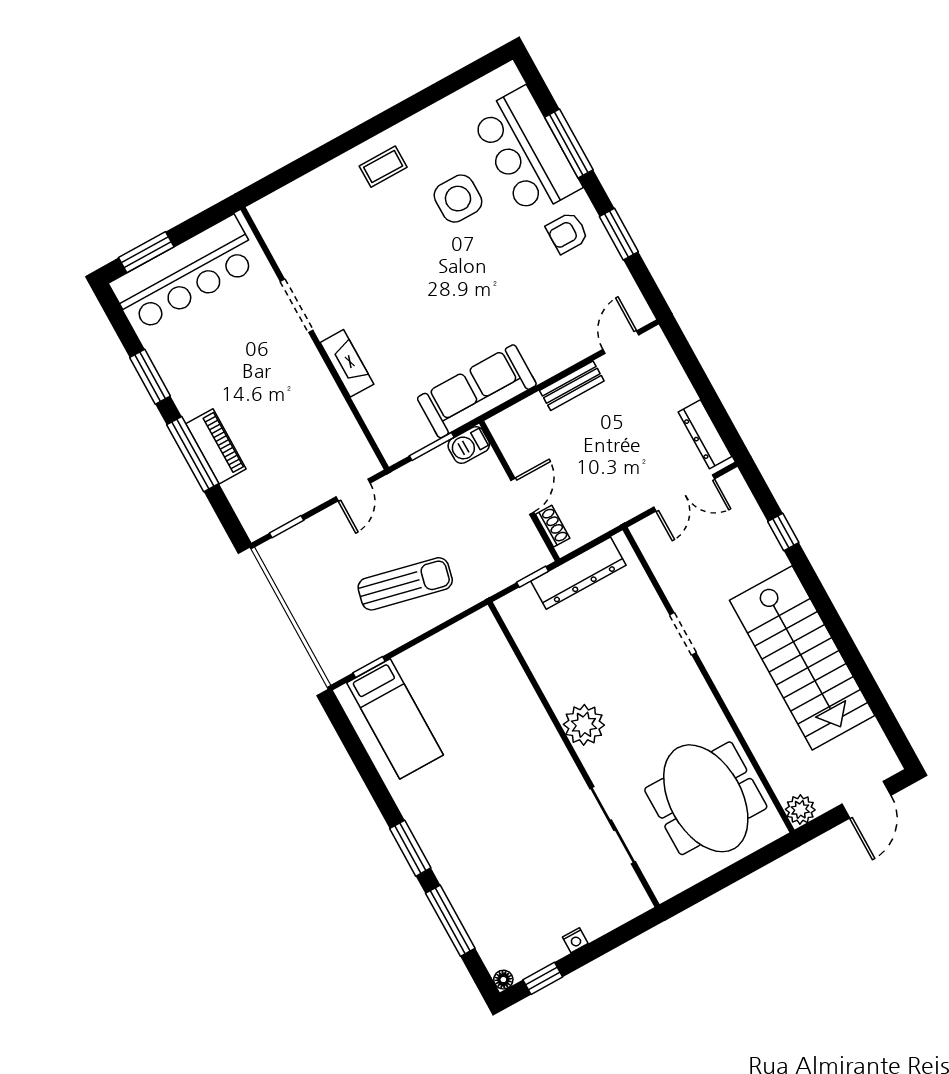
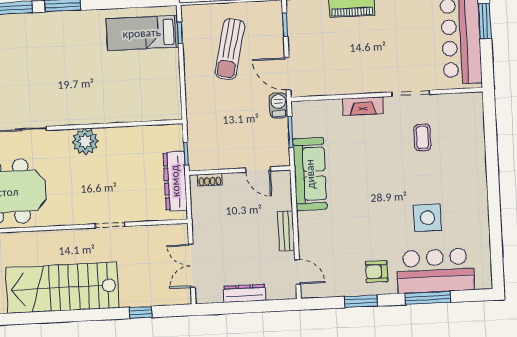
coffee table: (383, 167) -> (422, 137), moved
armchair: (567, 233) -> (377, 272), turned -90
dresser: (705, 434) -> (245, 293), moved
barbecue: (469, 445) -> (278, 105), moved
door: (353, 490) -> (288, 74), width x1.38
door: (522, 496) -> (258, 169), moved
sun lounger: (405, 584) -> (230, 49), moved

